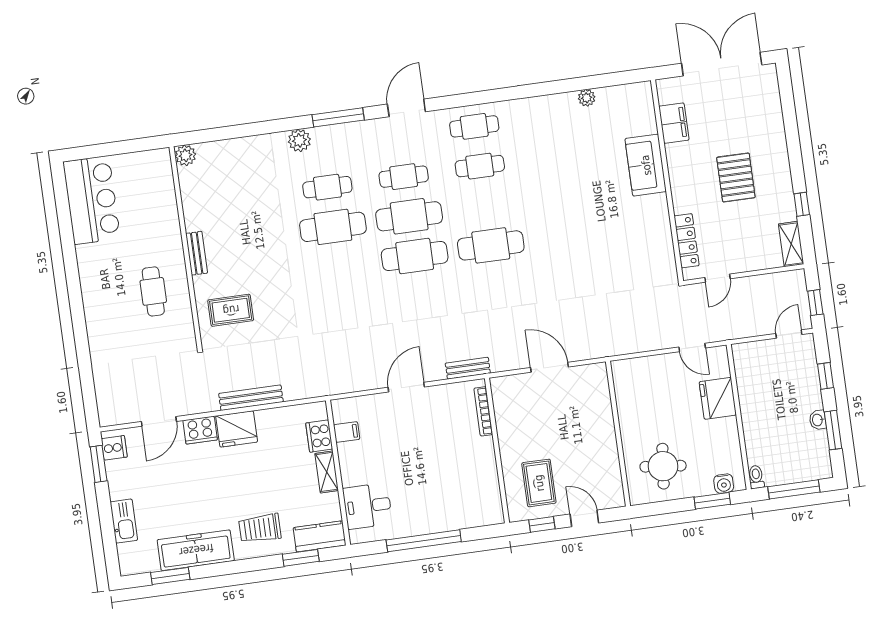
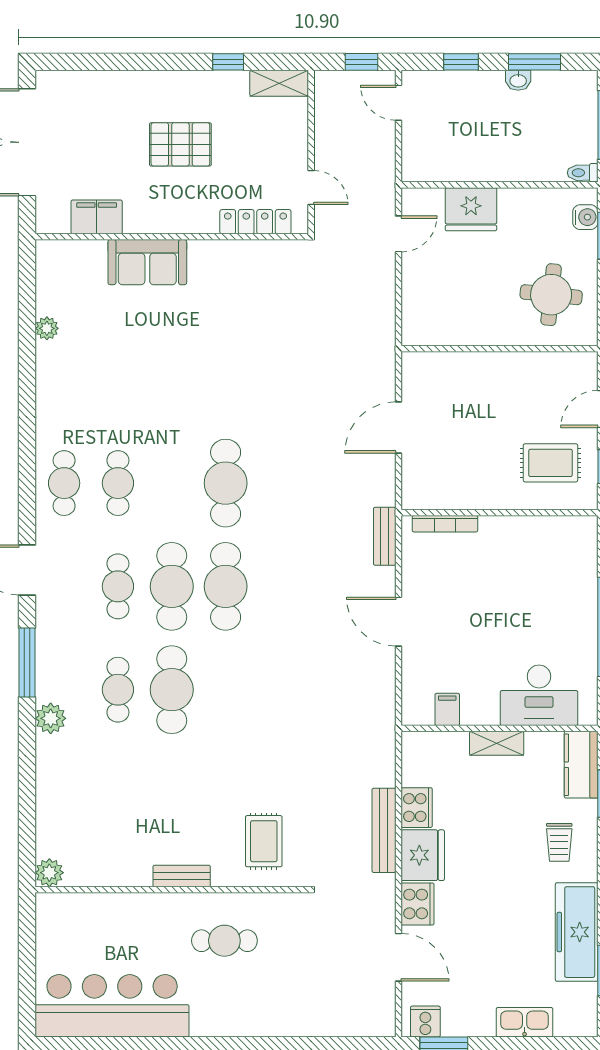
bar counter: (92, 200) -> (112, 1006), width x1.36
cooker: (319, 436) -> (417, 808), moved, turned -90
desk: (367, 506) -> (539, 695), width x1.37
trolley: (260, 528) -> (559, 842), width x0.73, depth x0.72

